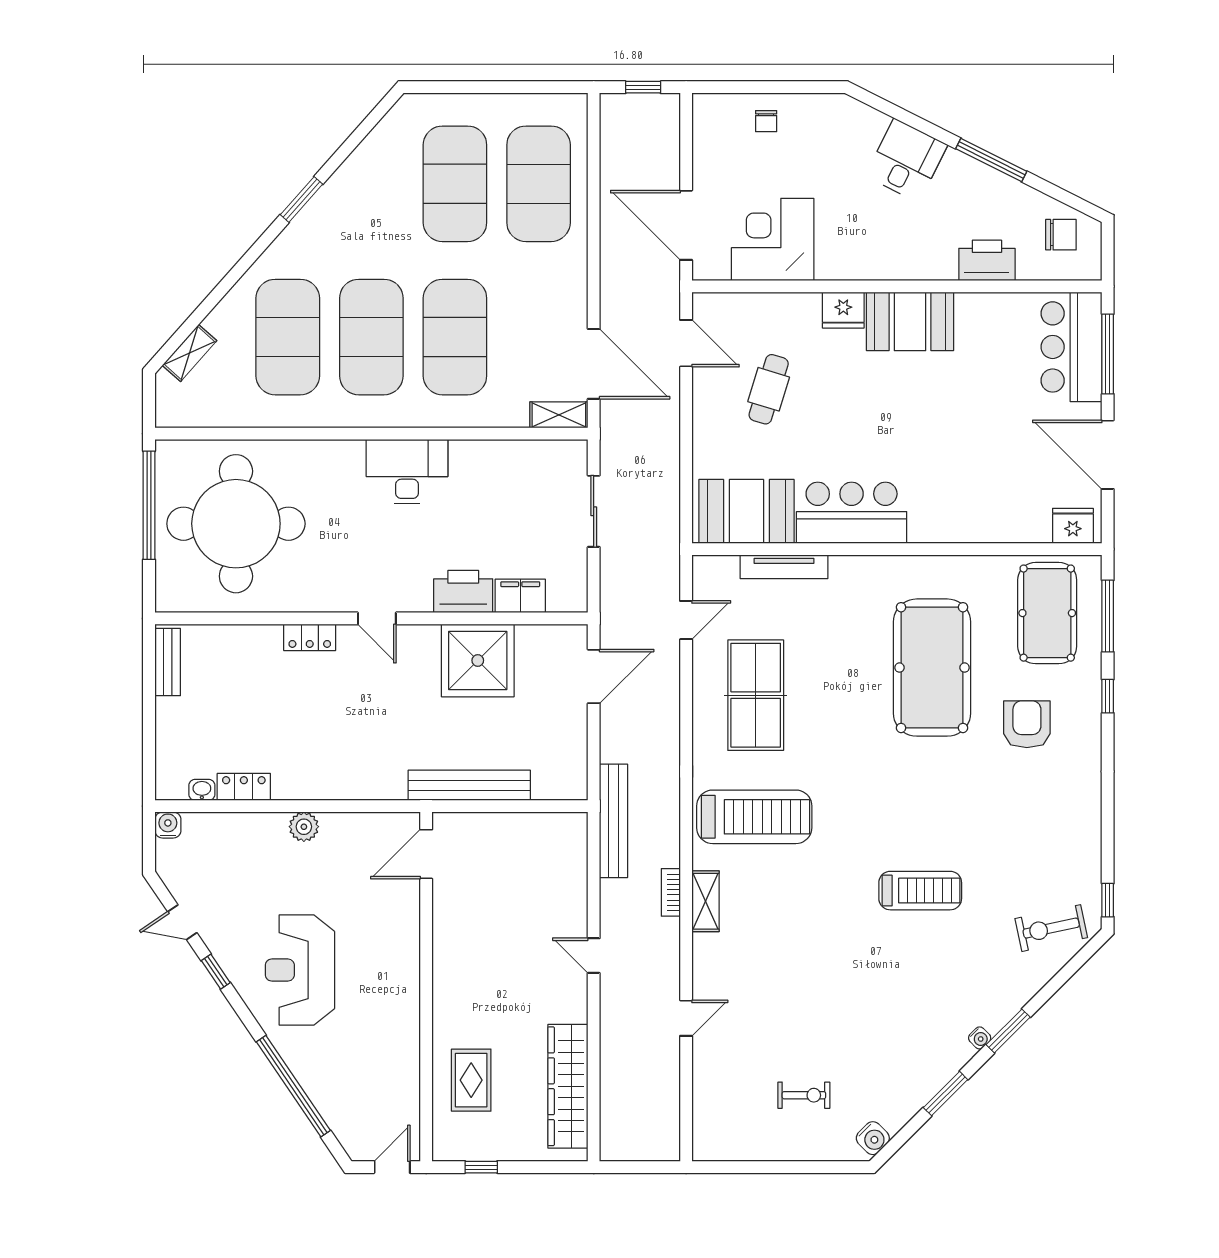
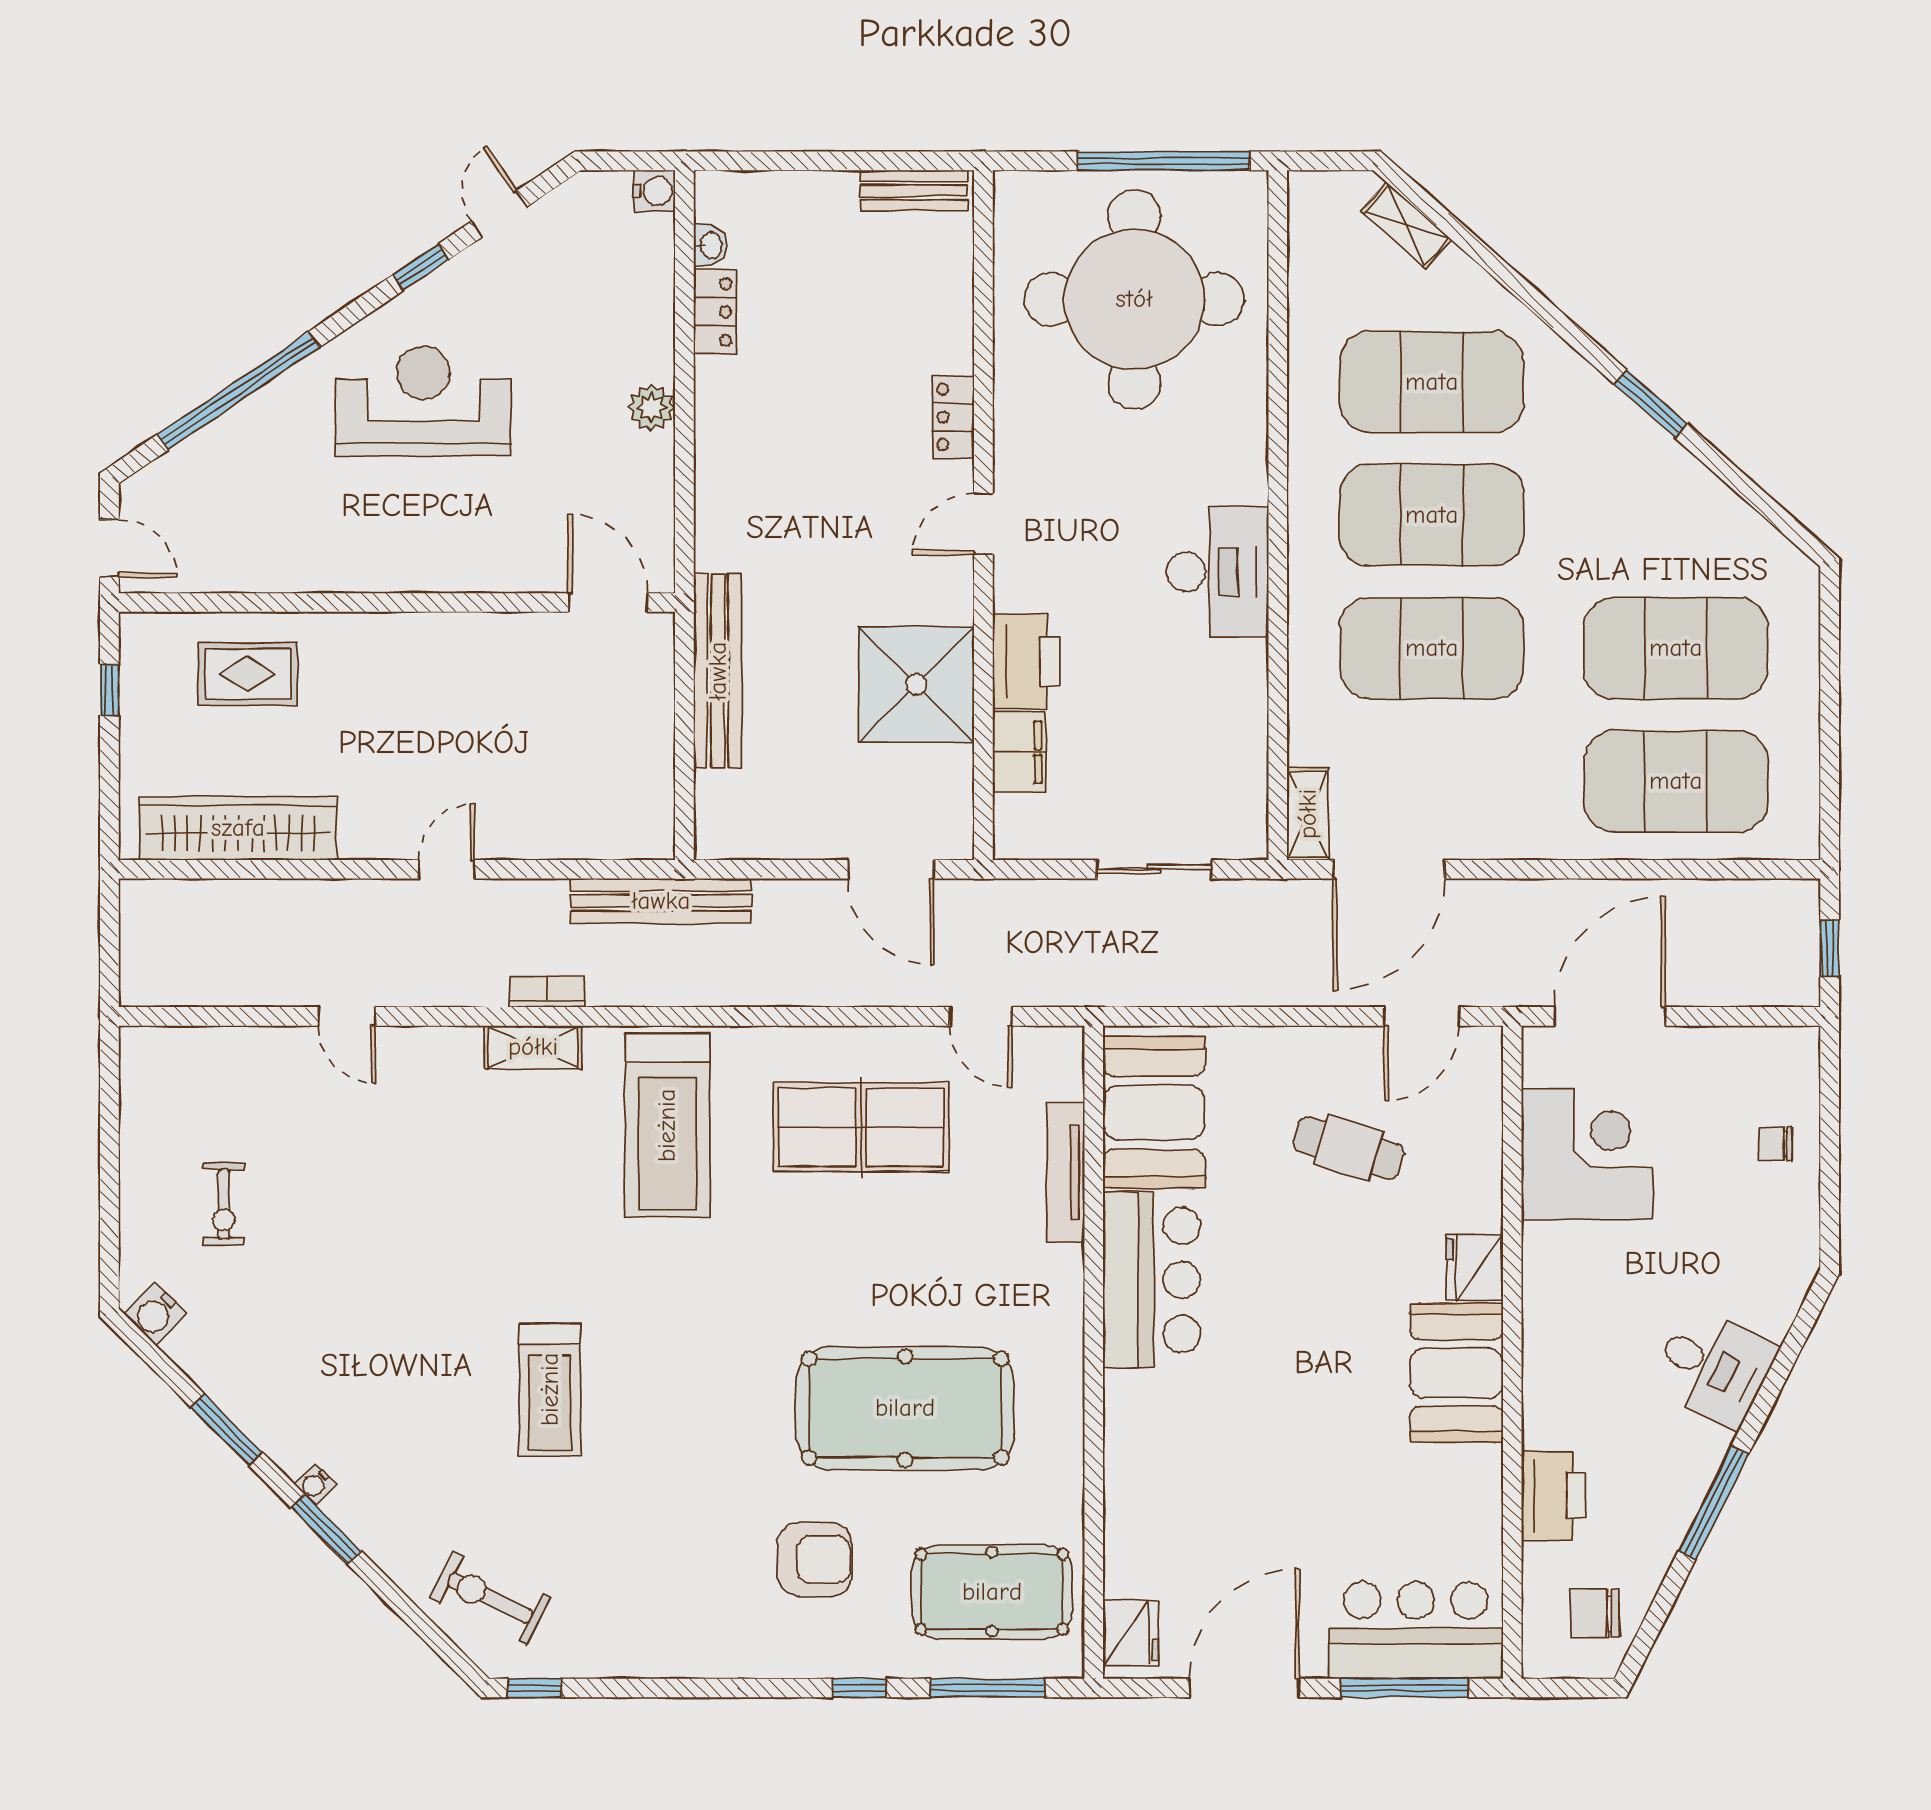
chair: (1061, 235) -> (1595, 1614), turned 90
exercise bike: (1051, 928) -> (490, 1598), turned -52

